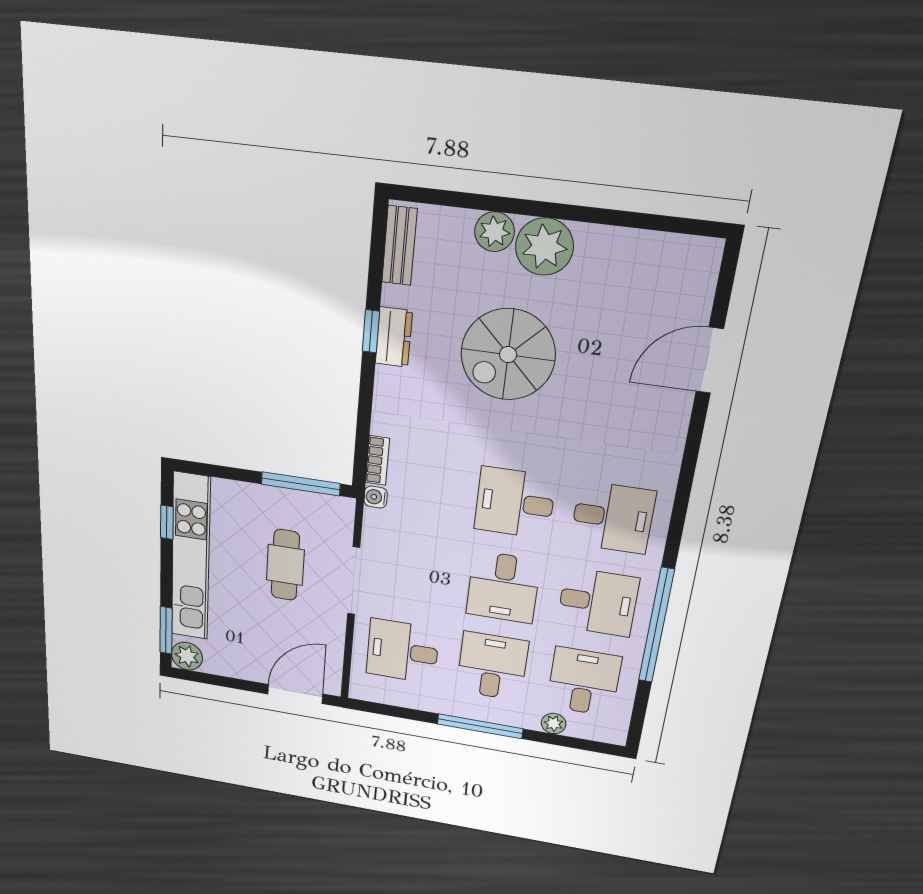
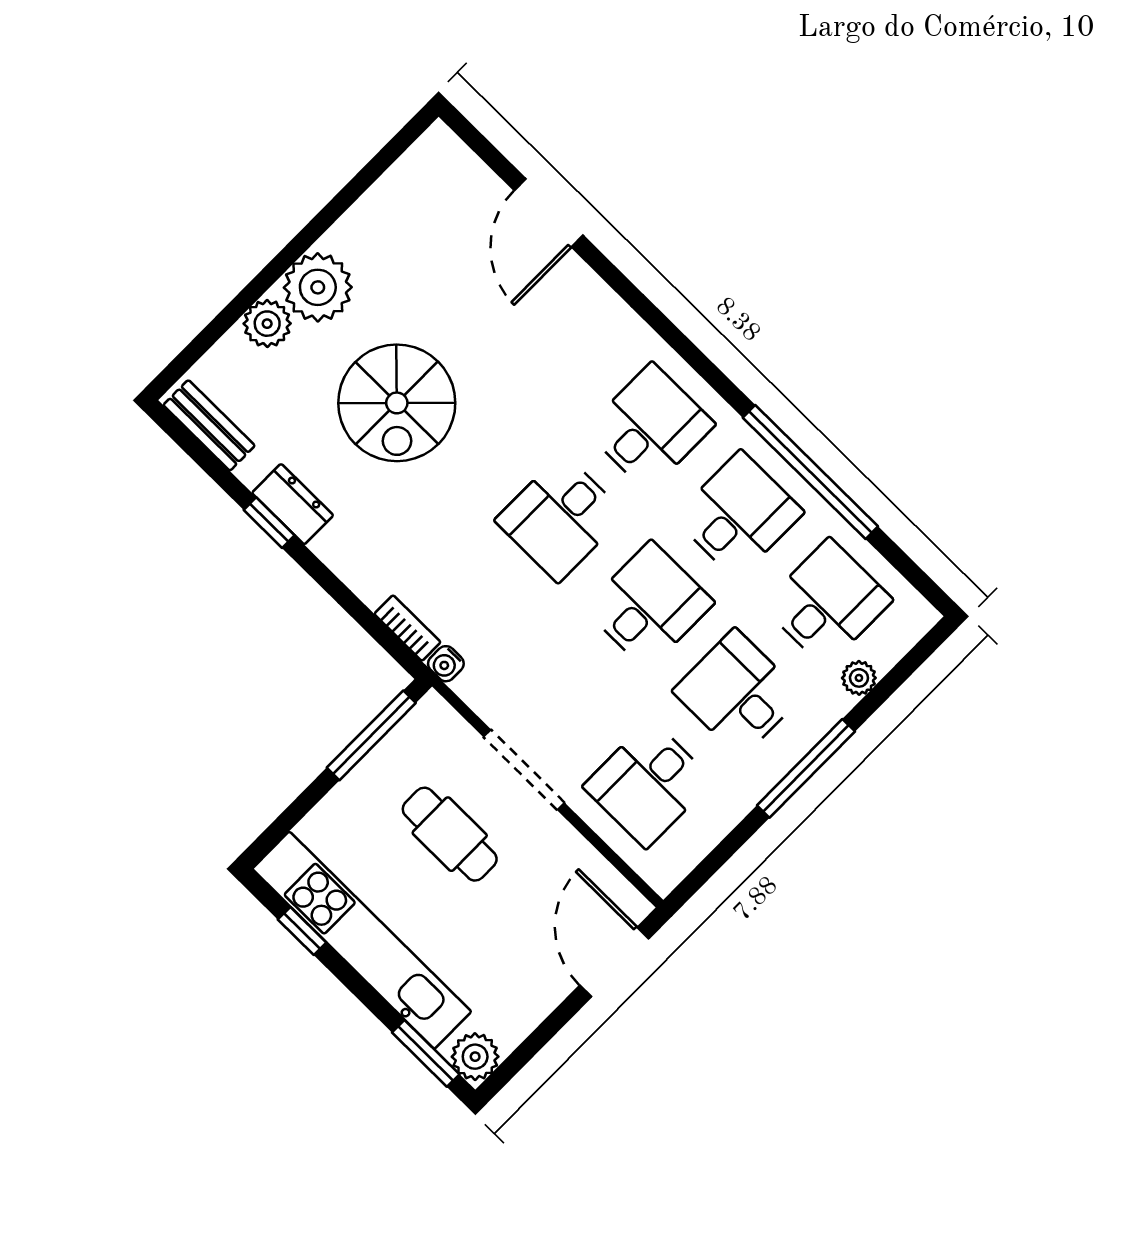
desk: (503, 587) -> (649, 605), turned -90
desk: (584, 682) -> (827, 603), turned 90

